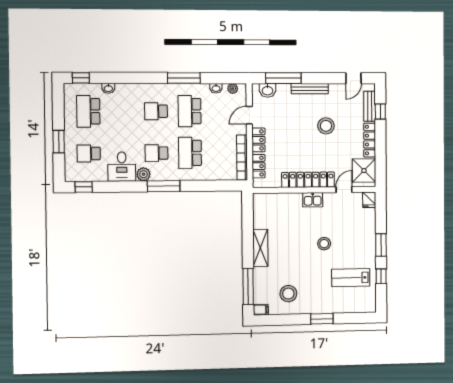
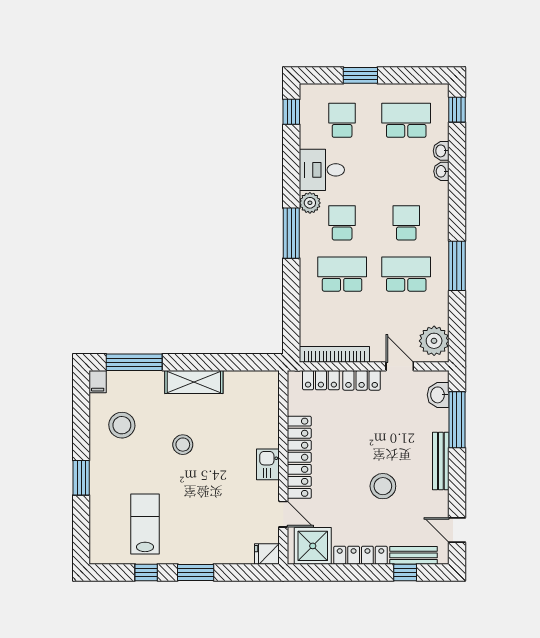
washbasin: (216, 88) -> (441, 171), moved
plant: (233, 89) -> (434, 341), width x1.87, depth x1.87
stool: (324, 244) -> (183, 445), moved

